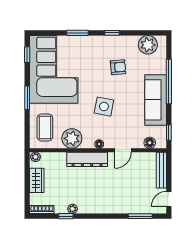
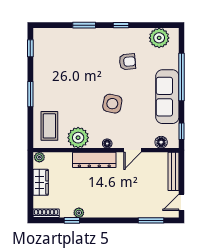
corner sofa: (54, 69) -> (59, 64), removed

